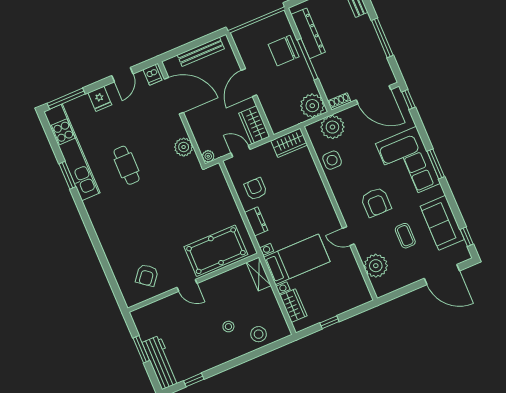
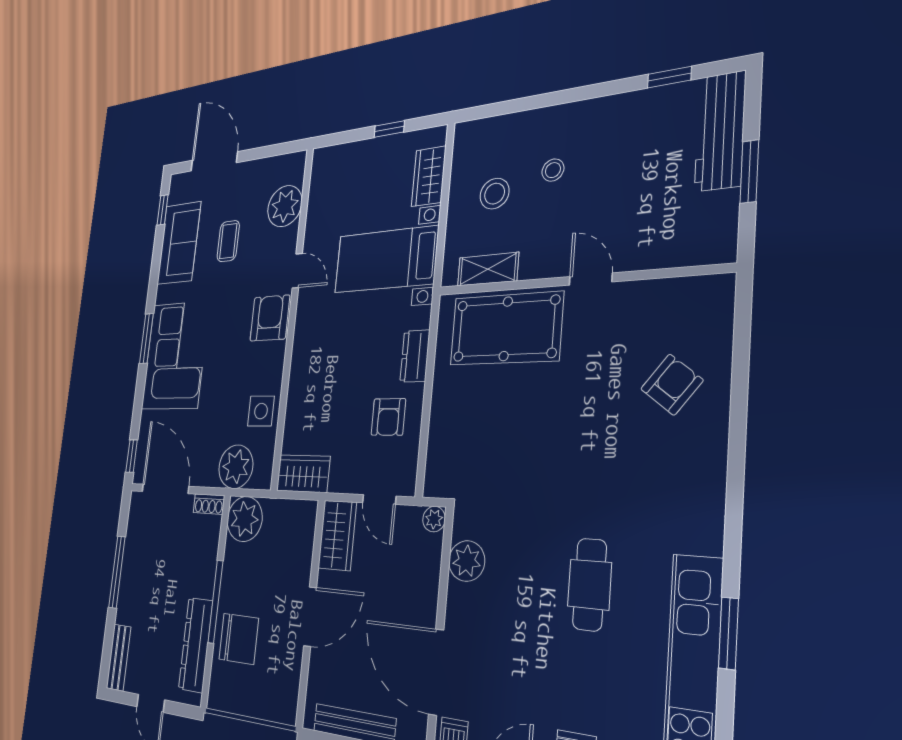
armchair: (376, 202) -> (270, 318), moved
shelving: (259, 274) -> (488, 269), moved, turned 90
armchair: (147, 275) -> (672, 385), moved
stool: (259, 334) -> (495, 194), moved

